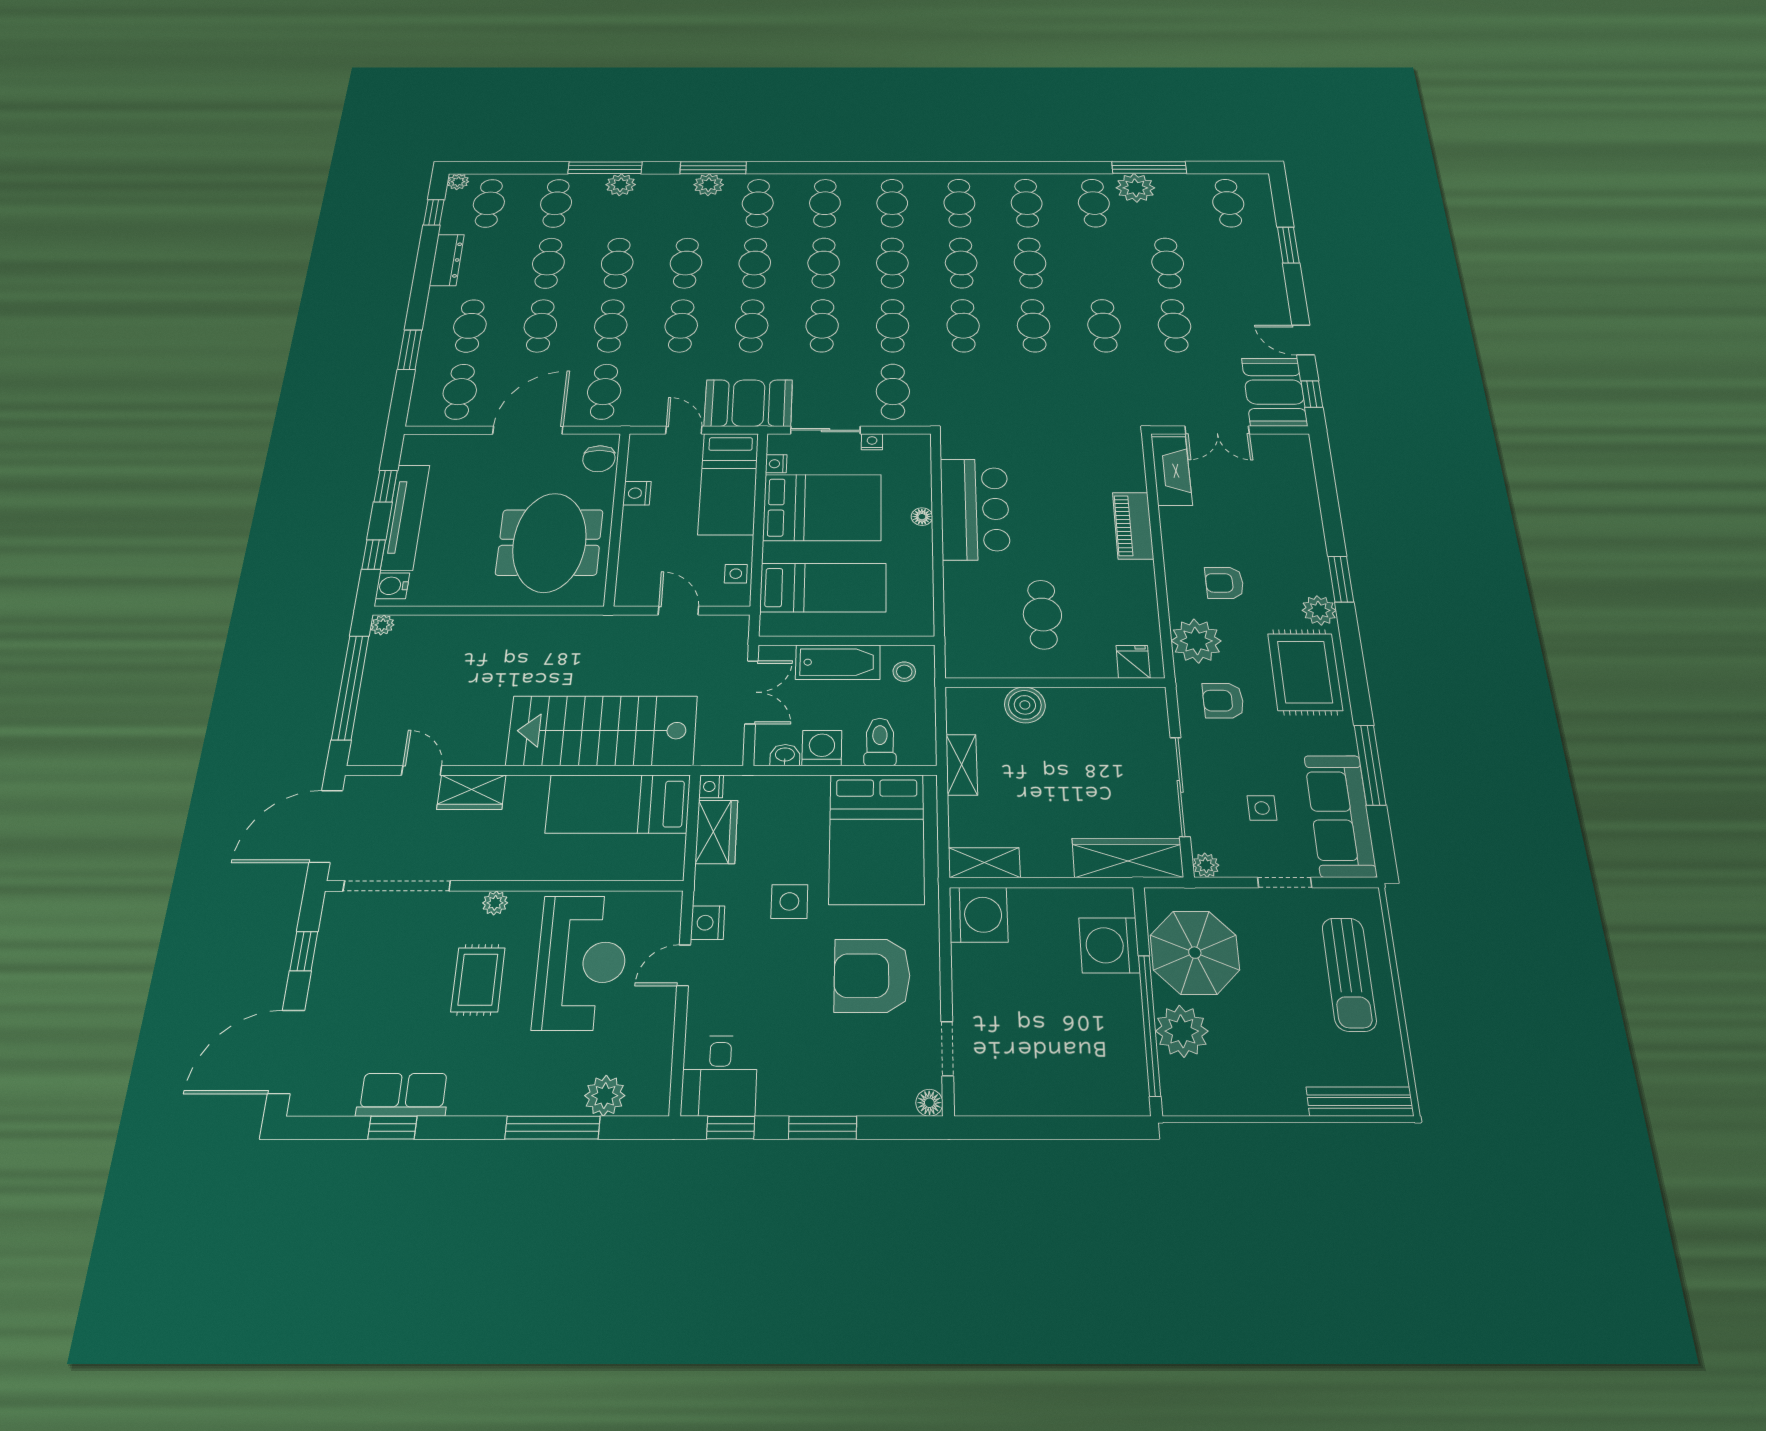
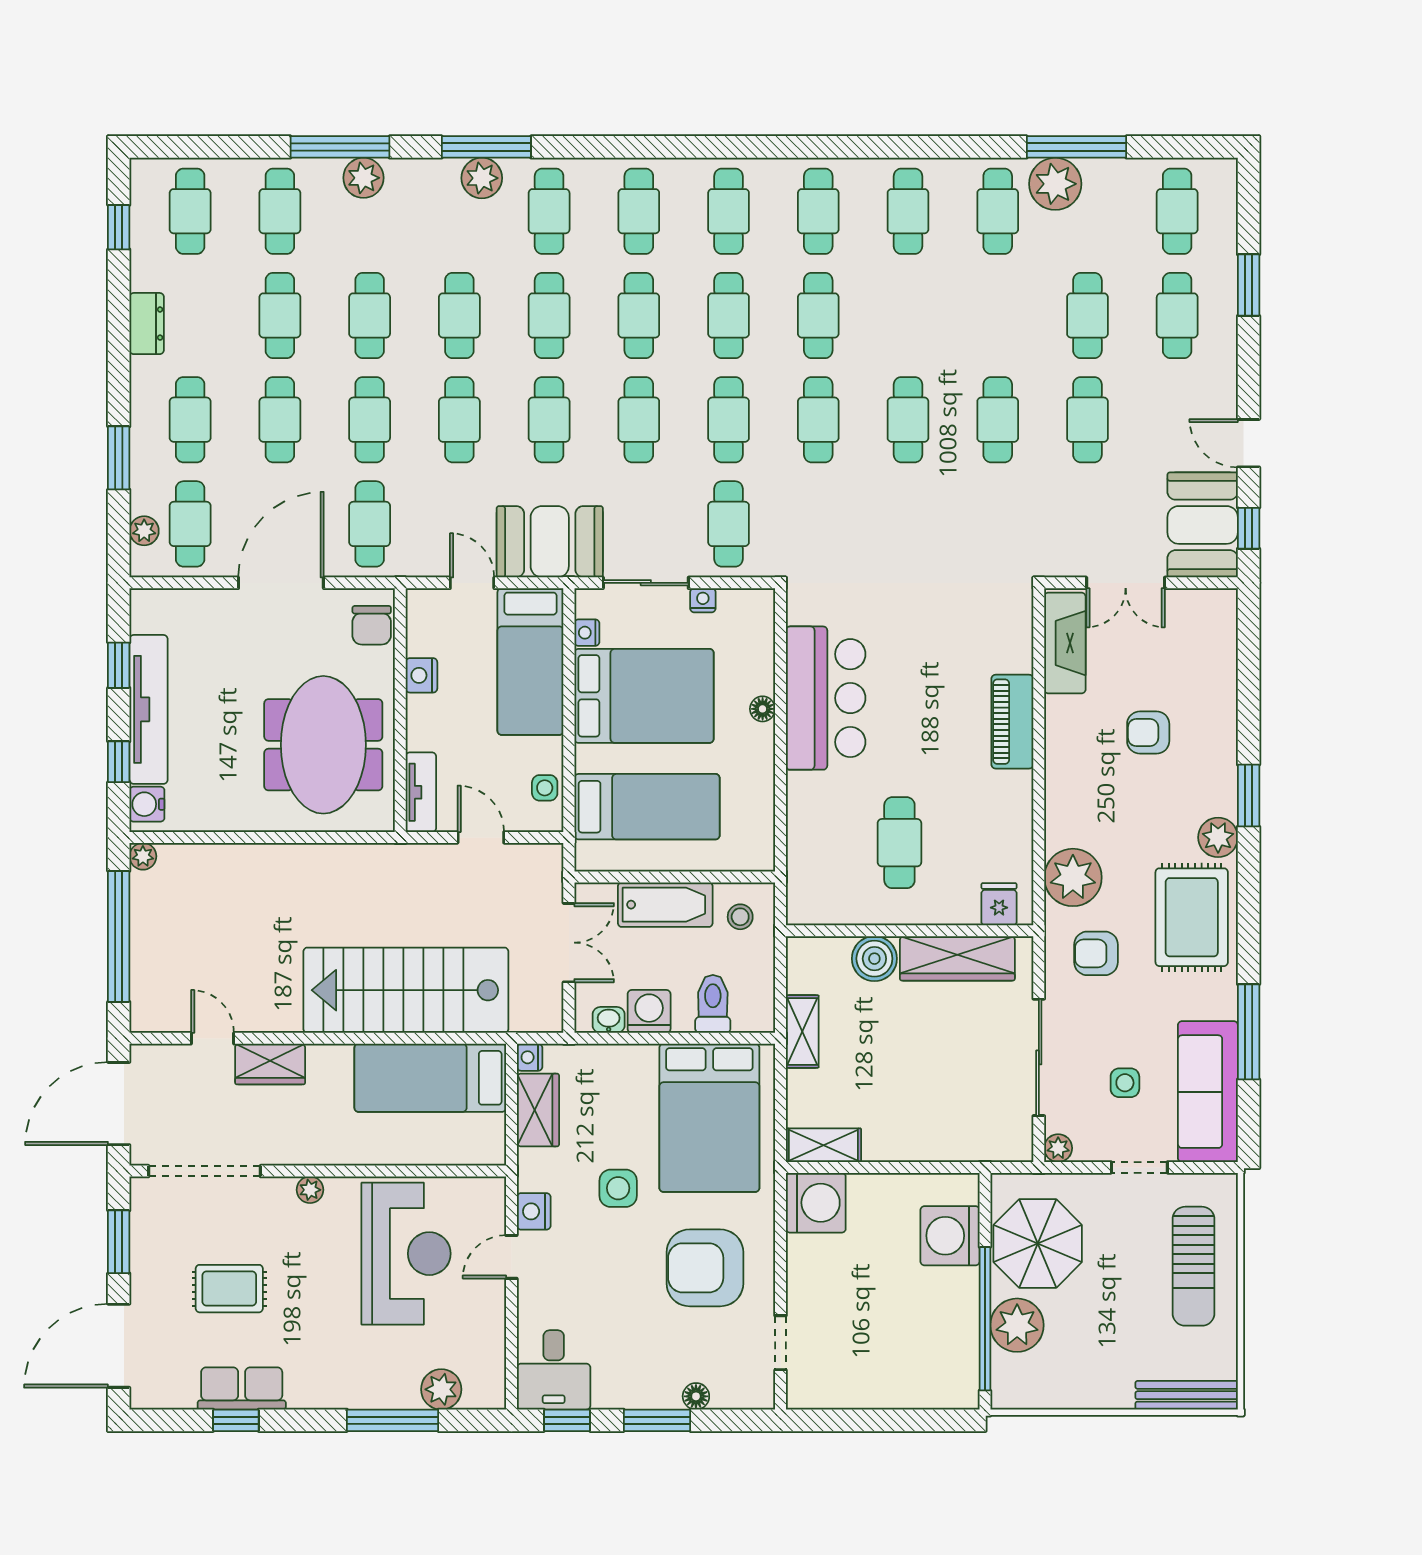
plant: (458, 182) -> (144, 531), moved
dresser: (447, 260) -> (147, 324), width x0.70
cafe table: (1030, 263) -> (1177, 315), moved
tv unit: (629, 577) -> (421, 792), added
armchair: (1224, 583) -> (1148, 732), moved
wardrobe: (1128, 858) -> (957, 958), moved, turned 180
window: (304, 951) -> (119, 1242), width x1.50
rug: (478, 980) -> (229, 1289), moved, turned 90
floor lamp: (929, 1103) -> (696, 1396), moved

